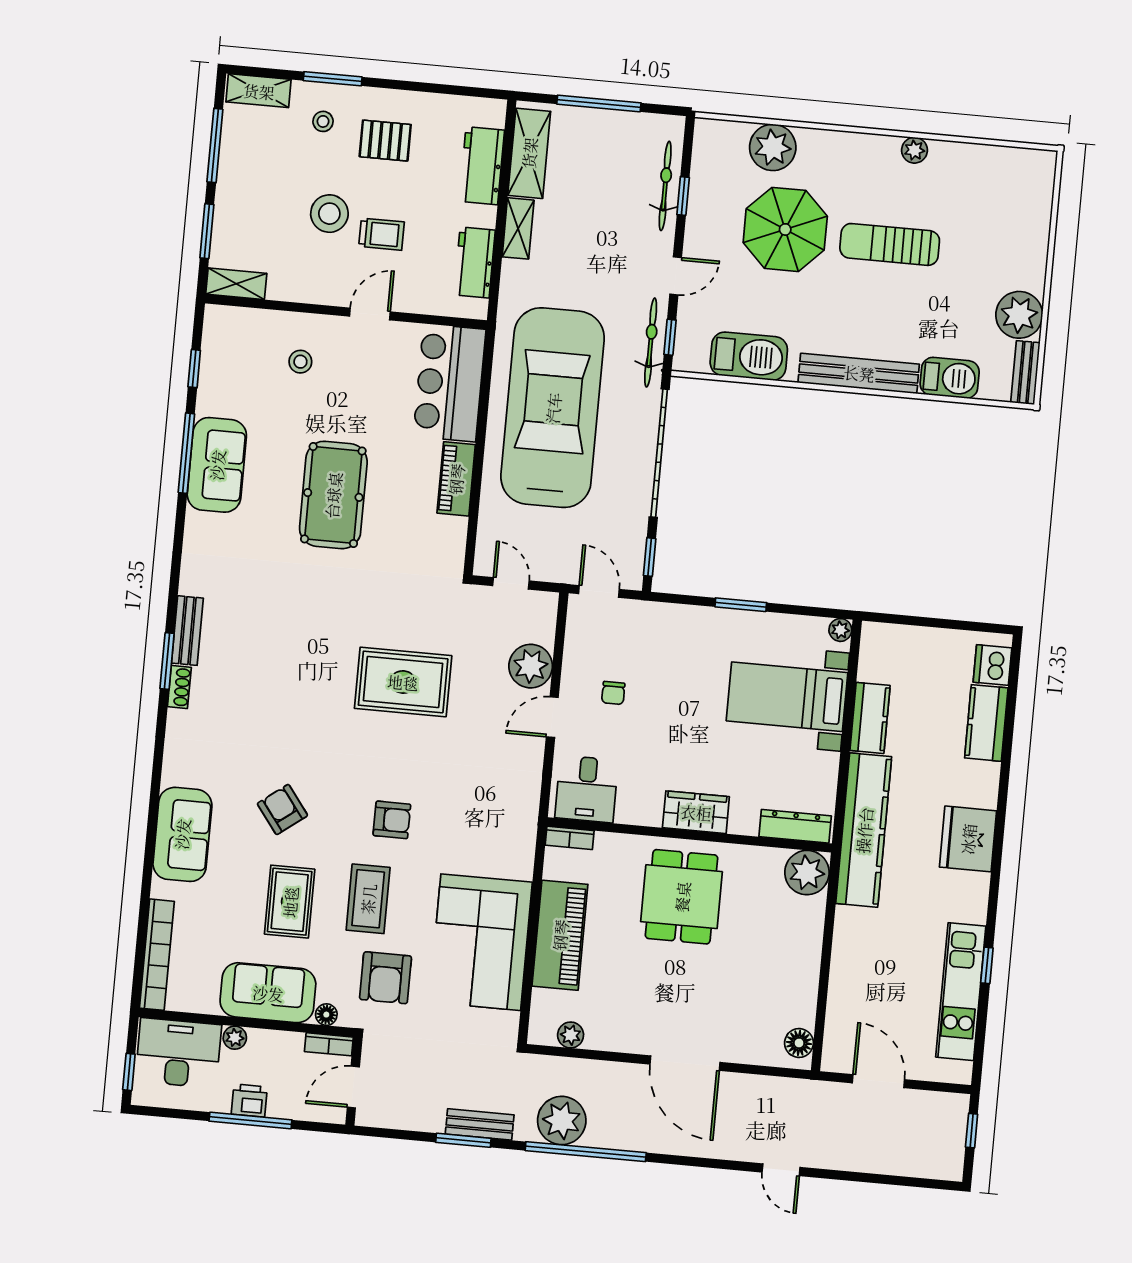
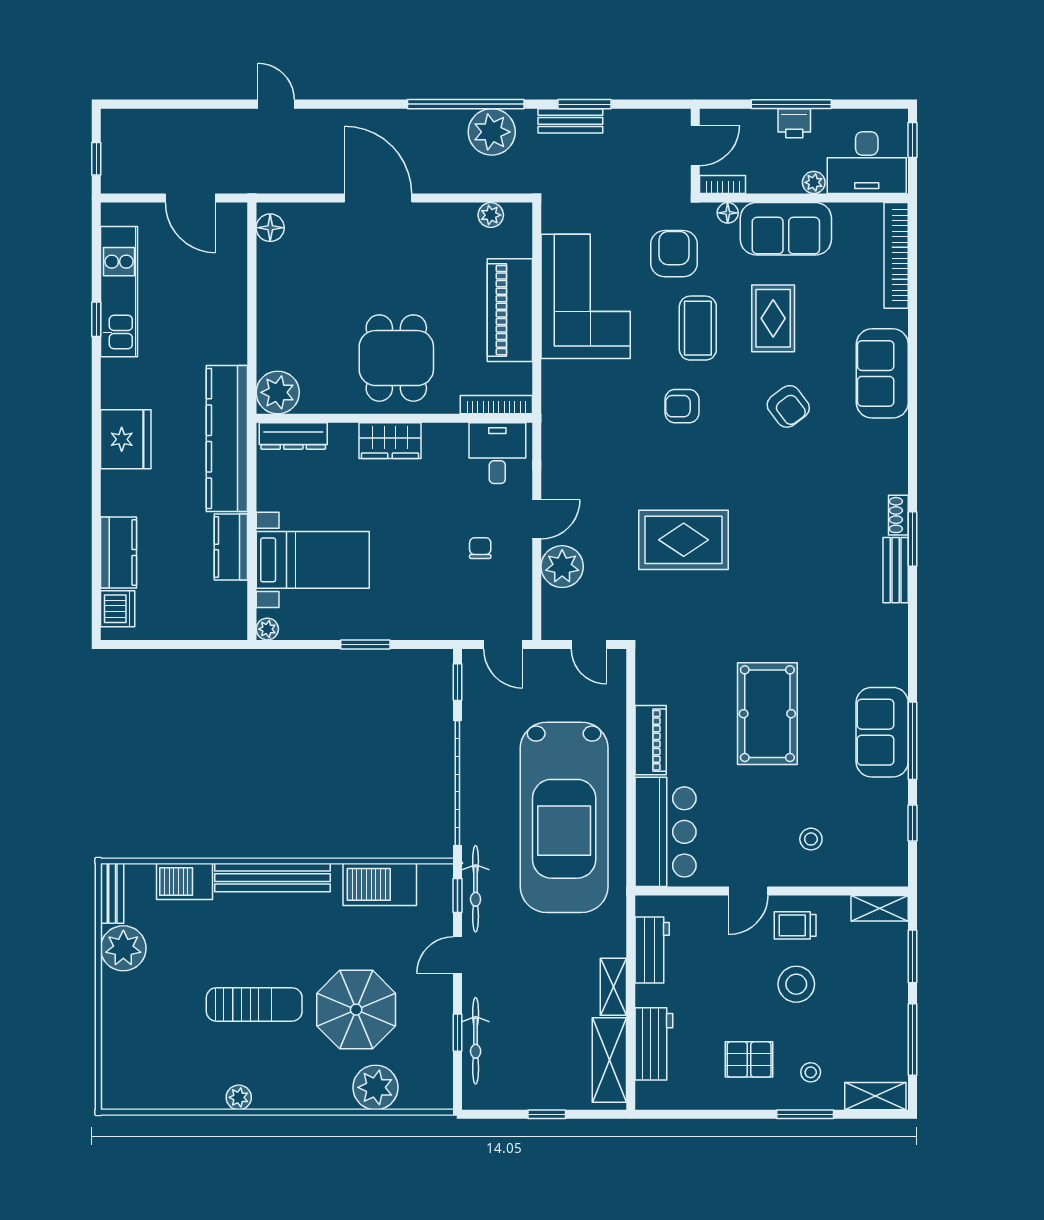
window: (599, 103) -> (547, 1114), width x0.46
trolley: (381, 234) -> (795, 925), moved
bookcase: (570, 838) -> (496, 405), width x1.56

